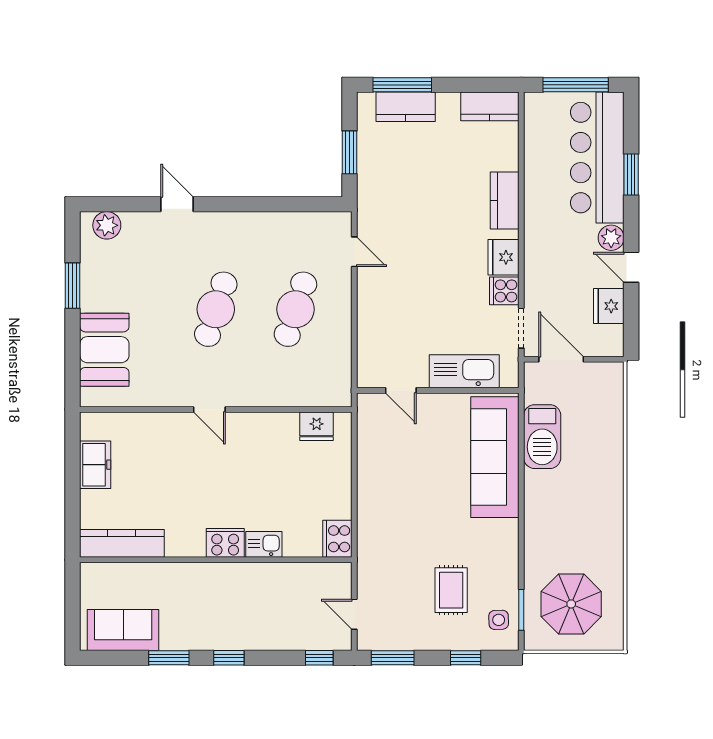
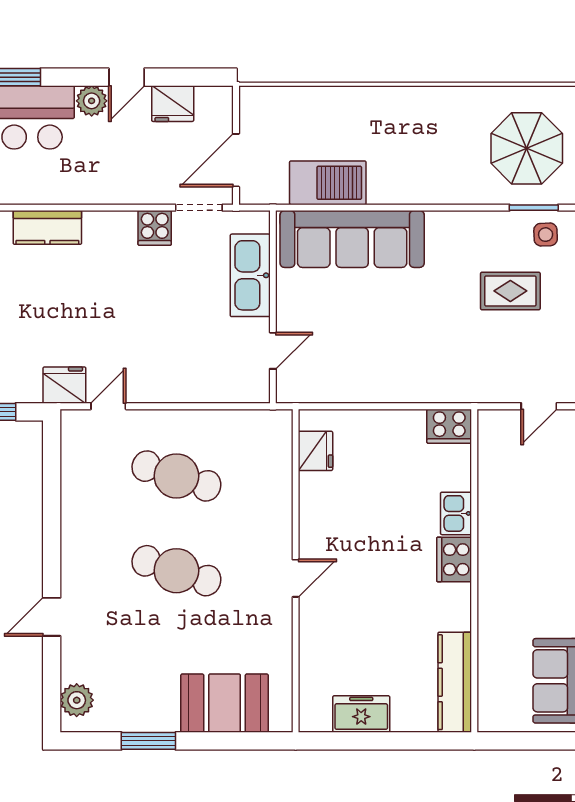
fridge: (504, 257) -> (64, 385), moved, turned 180

